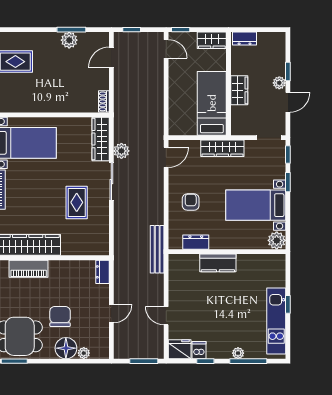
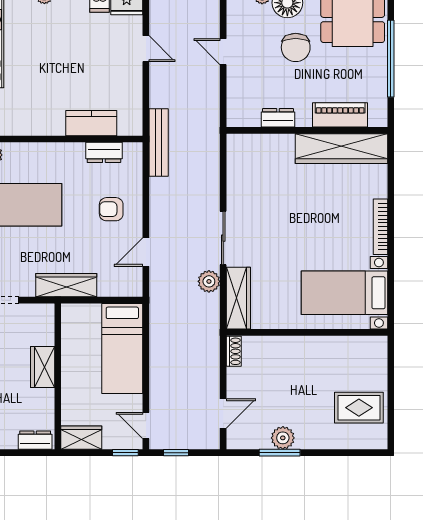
window: (132, 30) -> (176, 453), moved
bed: (212, 103) -> (122, 349), moved
door: (166, 157) -> (146, 252), moved
rug: (77, 202) -> (272, 209), removed
armchair: (191, 202) -> (111, 209), turned 90
kitchen counter: (218, 263) -> (91, 123), moved
dresser: (102, 272) -> (278, 118), moved, turned -90
door: (111, 314) -> (223, 52), hinge flipped

